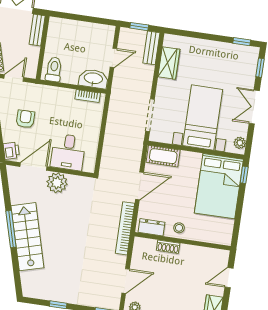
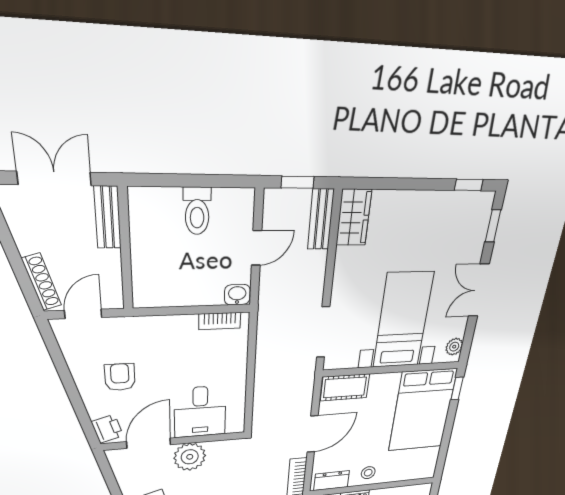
wardrobe: (169, 63) -> (354, 218), moved
toilet: (54, 69) -> (197, 211), moved, turned 180
washbasin: (93, 79) -> (237, 295), width x0.52, depth x0.69

